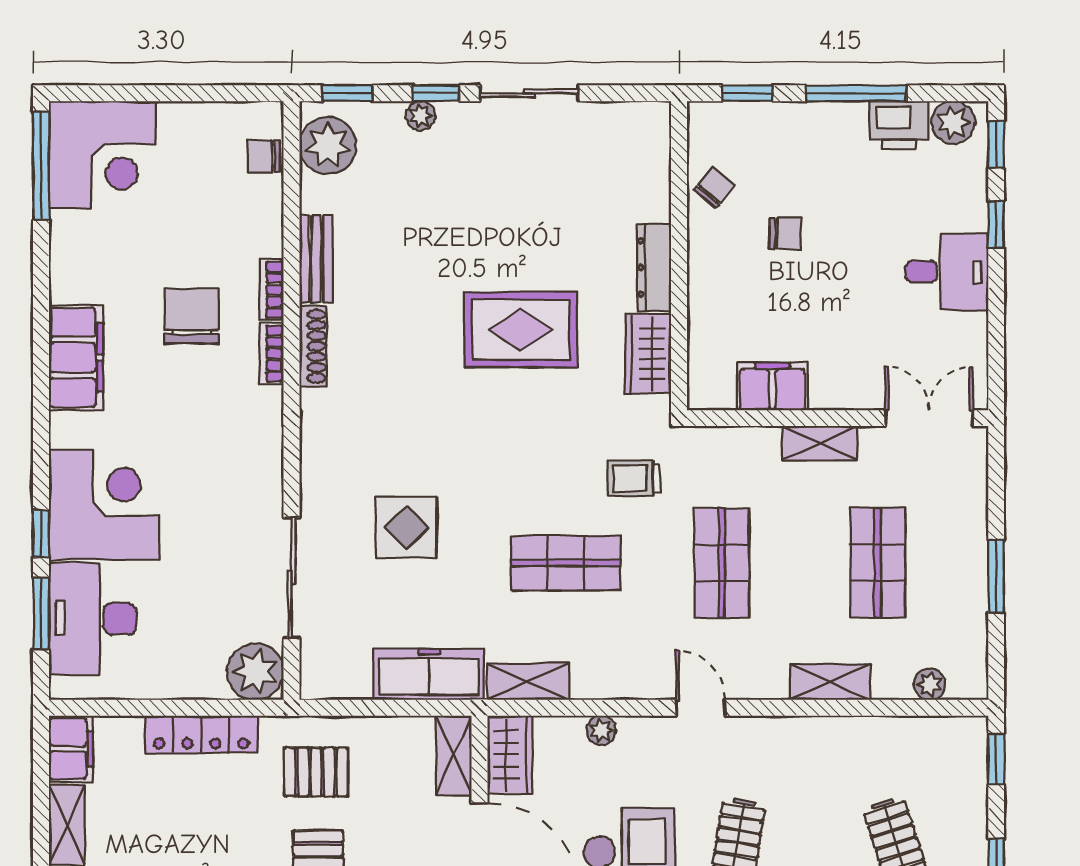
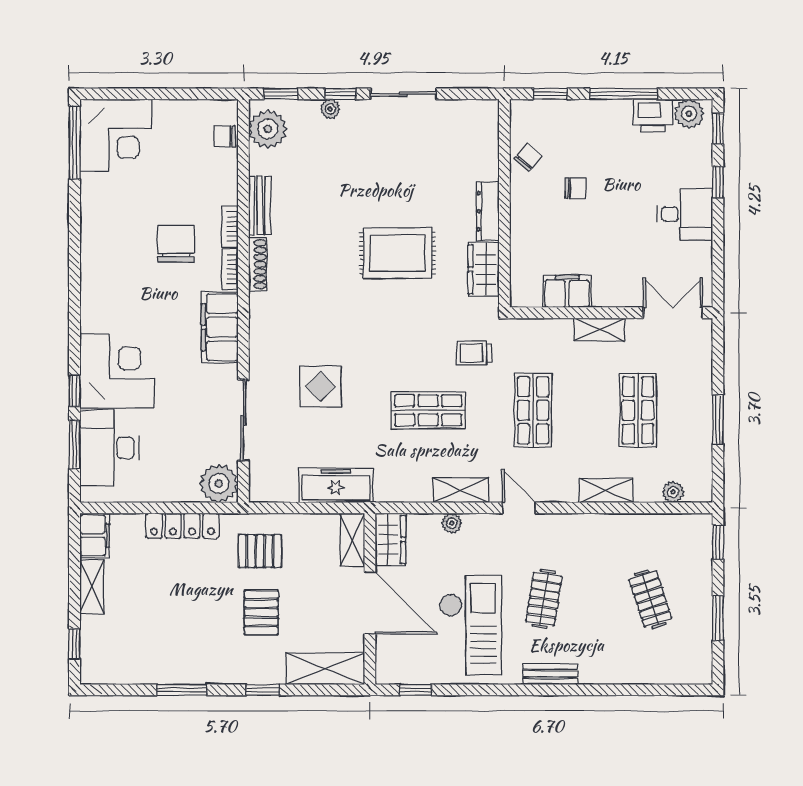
filing cabinet: (76, 357) -> (220, 327), moved, turned 180
shelving: (528, 682) -> (461, 490), moved

